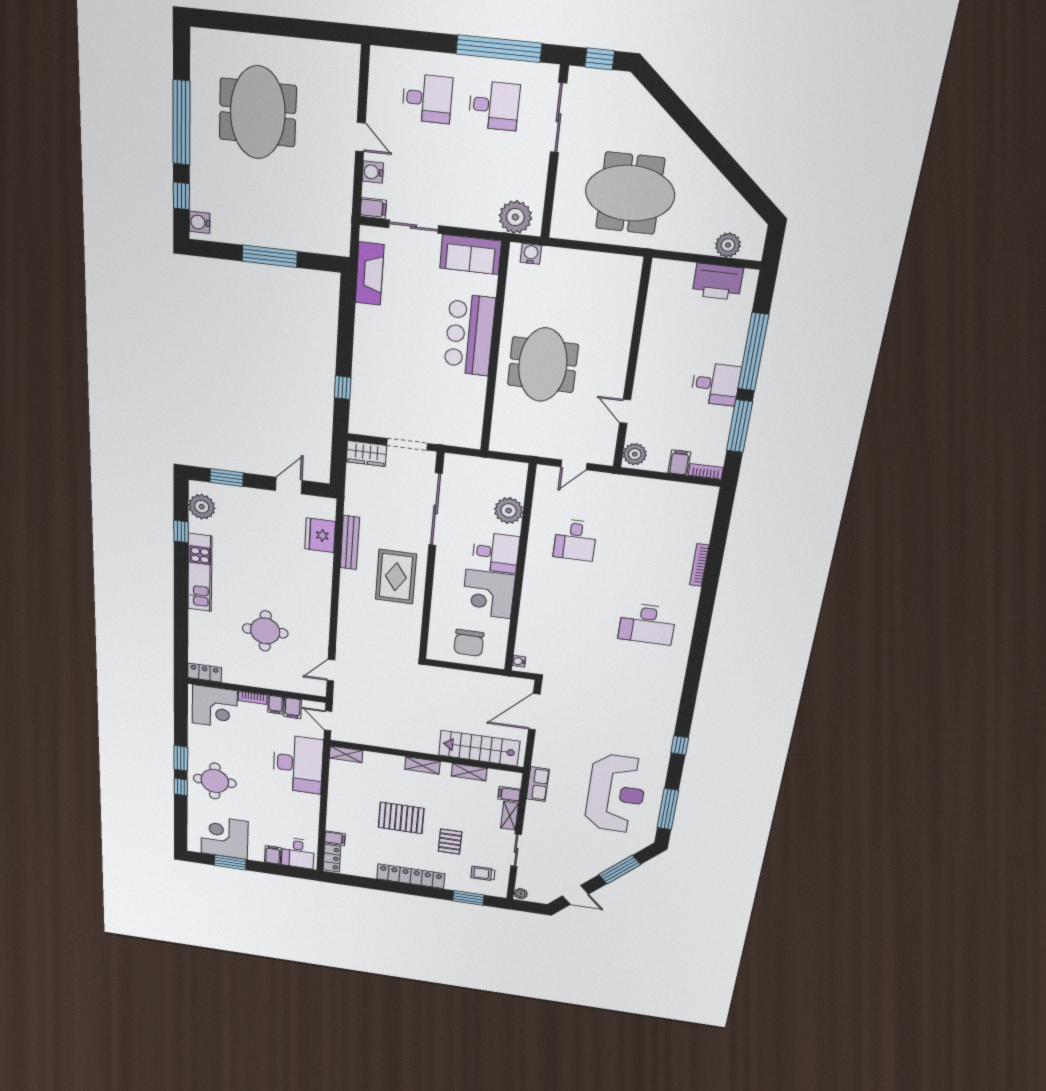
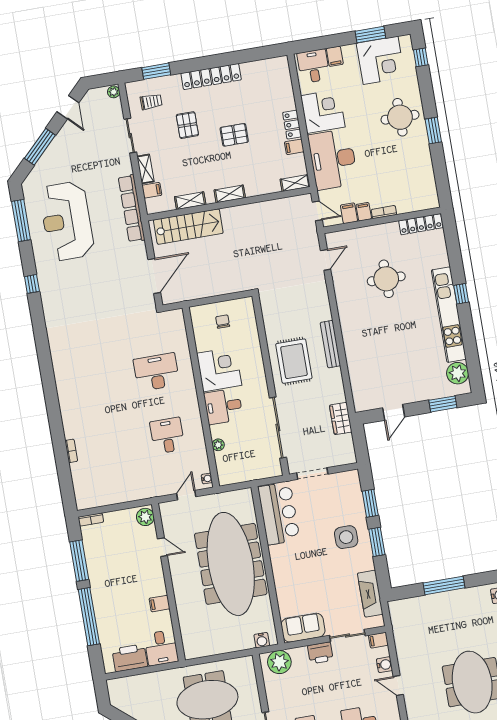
printer: (456, 214) -> (320, 653), added
plant: (728, 245) -> (132, 684), removed
bar counter: (470, 335) -> (279, 513), moved
window: (345, 338) -> (377, 542), added
side table: (384, 355) -> (346, 537), added
meeting table: (543, 365) -> (231, 564), width x1.86, depth x1.27
desk: (716, 384) -> (161, 648), moved, turned -90
window: (343, 388) -> (370, 503), width x1.50
wardrobe: (366, 454) -> (341, 419), moved, turned -90
filing cabinet: (679, 462) -> (159, 604), moved, turned 90
plant: (509, 511) -> (218, 445), width x0.53, depth x0.53
window: (181, 531) -> (461, 294), moved
fridge: (320, 535) -> (361, 378), removed
bench: (350, 543) -> (330, 344), moved
bookcase: (699, 565) -> (71, 451), width x0.64
kitchen unit: (200, 573) -> (449, 315), width x1.36
desk: (647, 624) -> (156, 372), moved
chair: (469, 643) -> (223, 321), width x0.54, depth x0.54
water cooler: (519, 661) -> (207, 479), moved
locker: (205, 673) -> (421, 224), width x1.53
corner desk: (215, 707) -> (323, 111), moved, turned 90
row of seats: (538, 784) -> (132, 208), width x2.02
window: (181, 787) -> (421, 57), moved
pallet: (401, 818) -> (234, 135), width x0.67, depth x0.71
filing cabinet: (335, 838) -> (294, 147), moved
locker: (332, 858) -> (292, 125), moved
door: (575, 895) -> (68, 107), swing flipped

